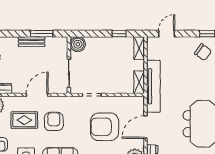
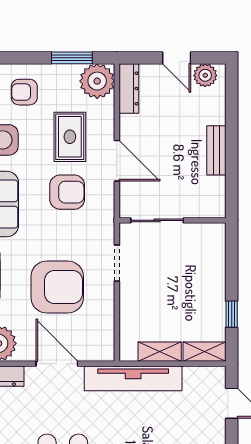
window: (42, 34) -> (232, 169), removed
boiler: (78, 44) -> (212, 237), removed
shelving: (139, 82) -> (160, 352), moved
armchair: (105, 127) -> (57, 287), turned 90

